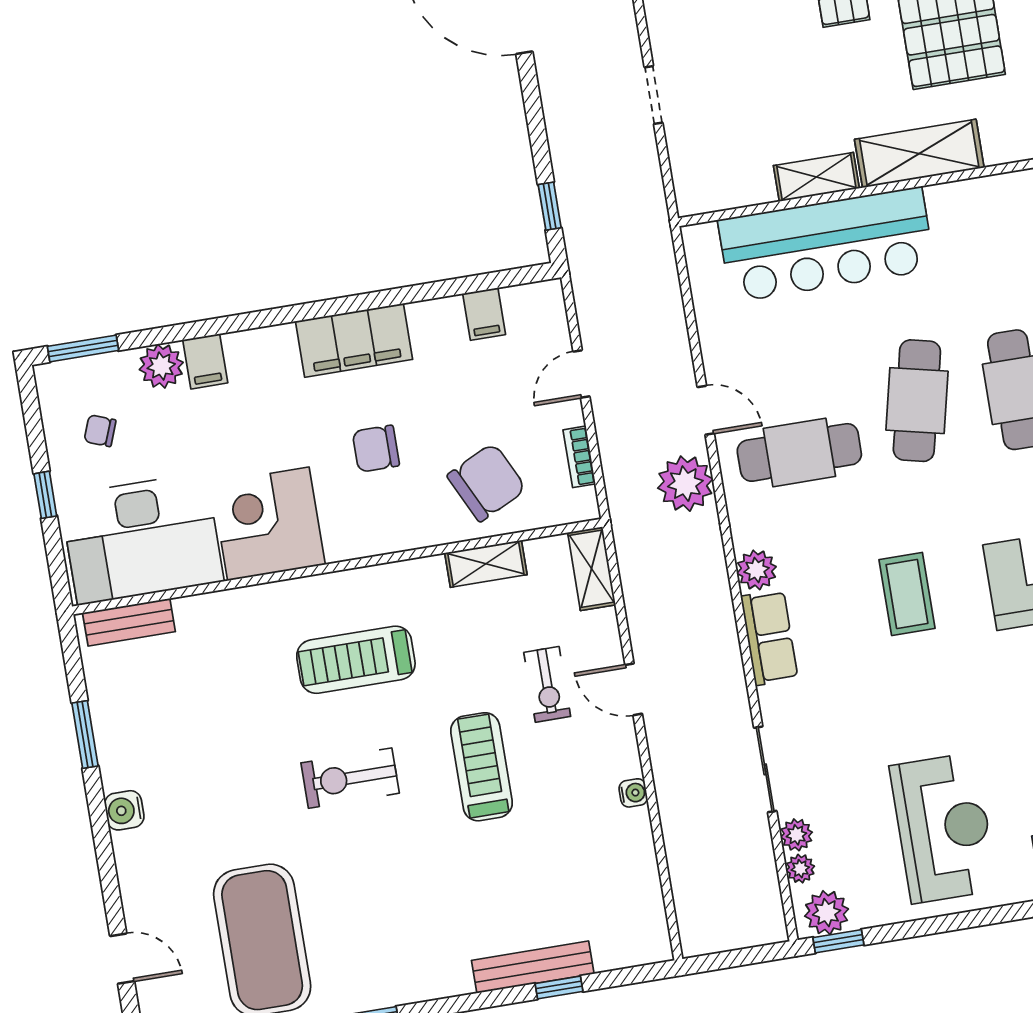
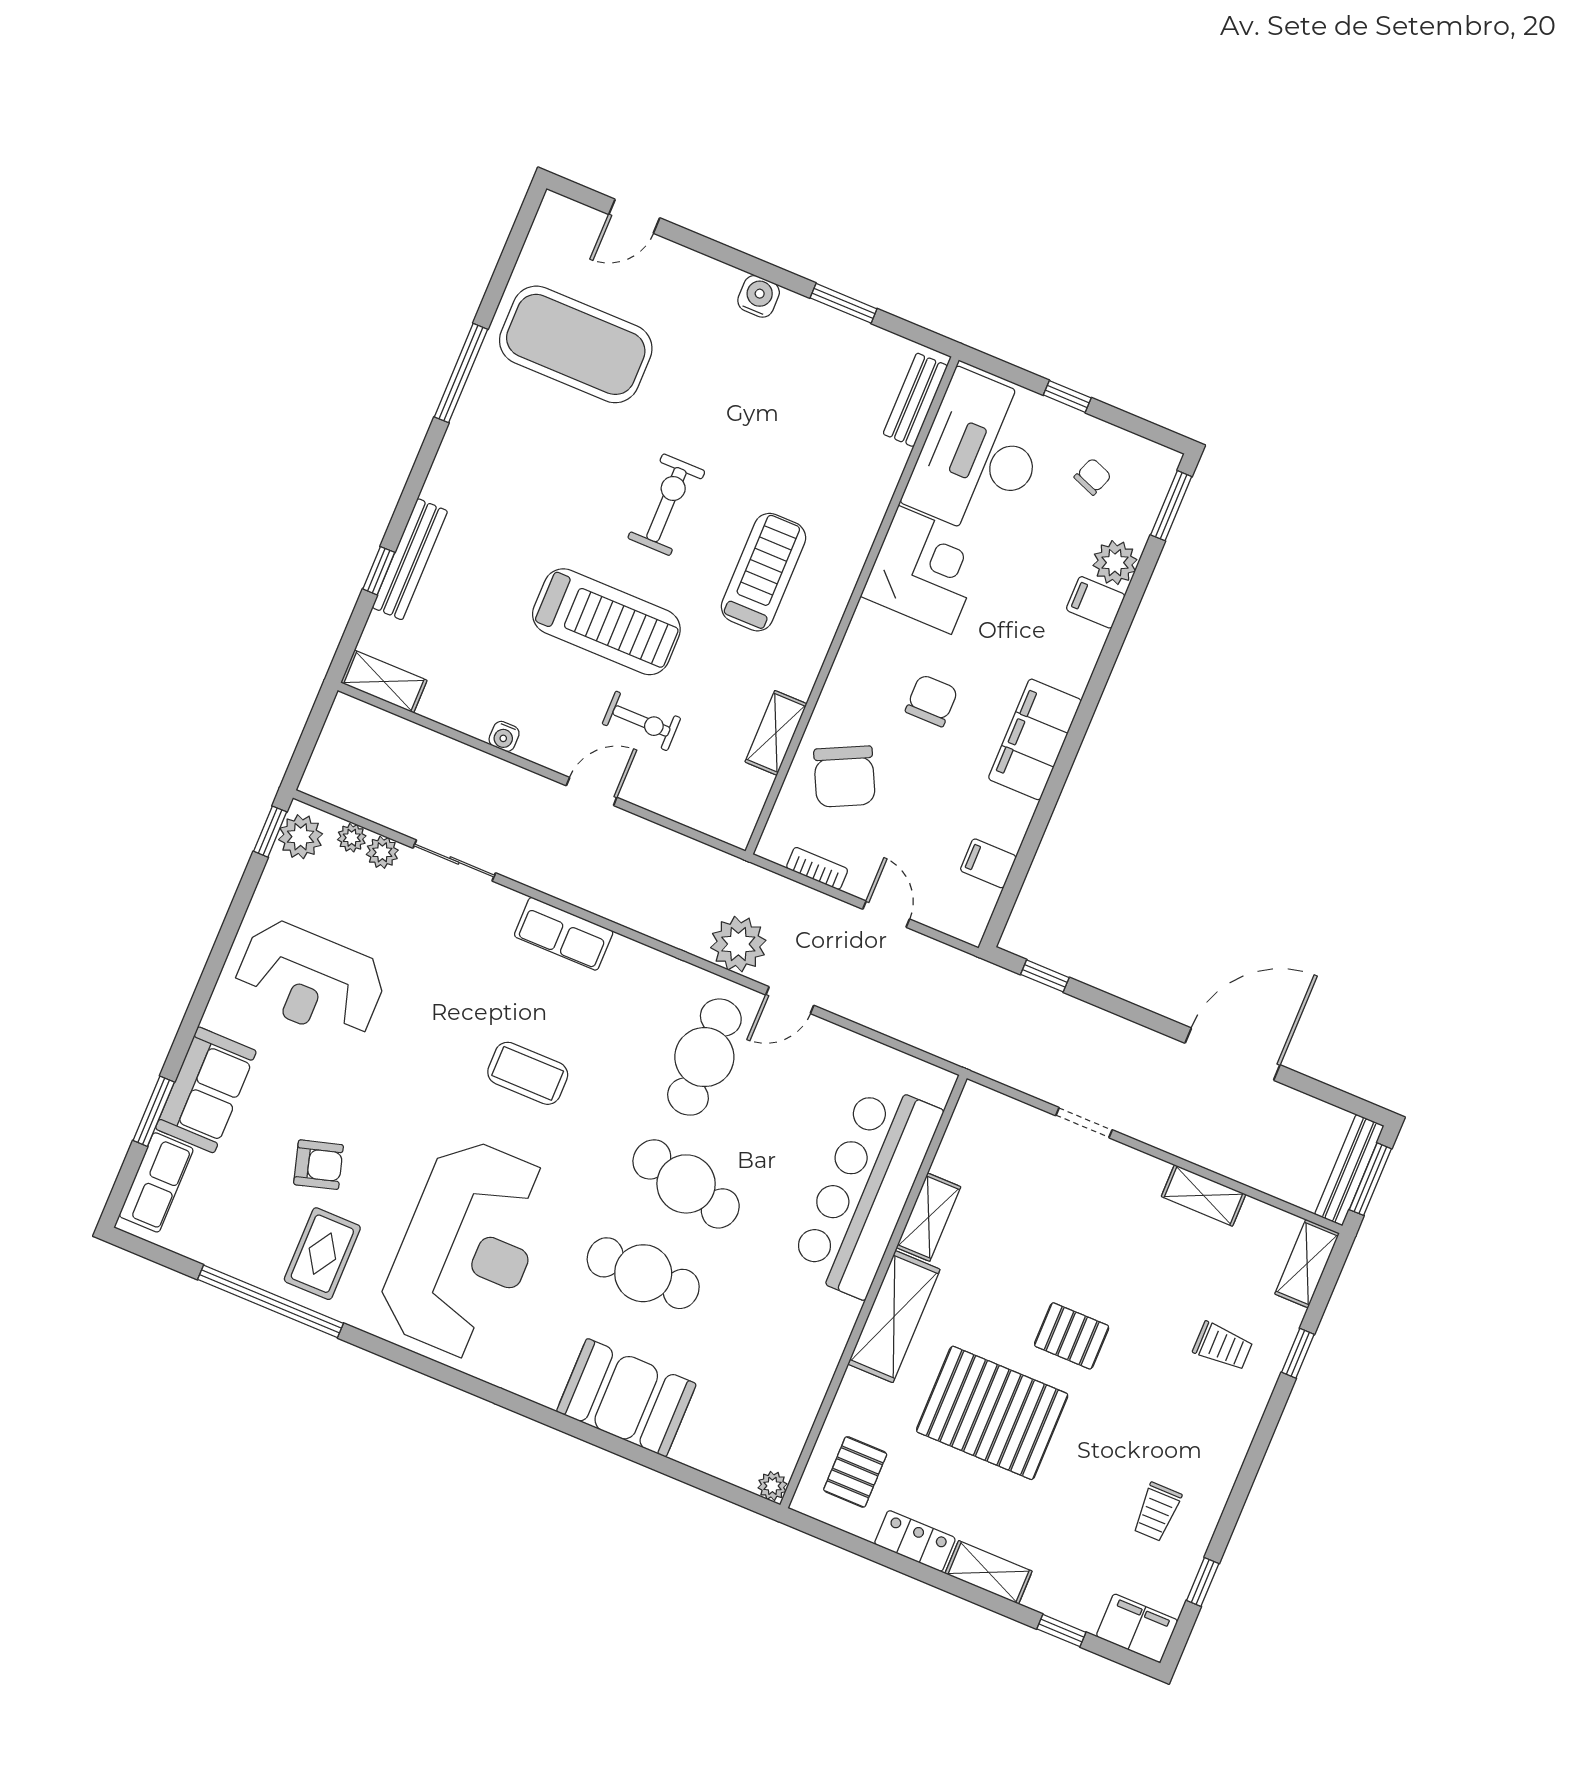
shelving: (592, 569) -> (384, 682), moved
plant: (757, 570) -> (628, 959), removed
exercise bike: (547, 684) -> (641, 721), turned 180
treadmill: (481, 767) -> (606, 622), width x1.37, depth x1.38

